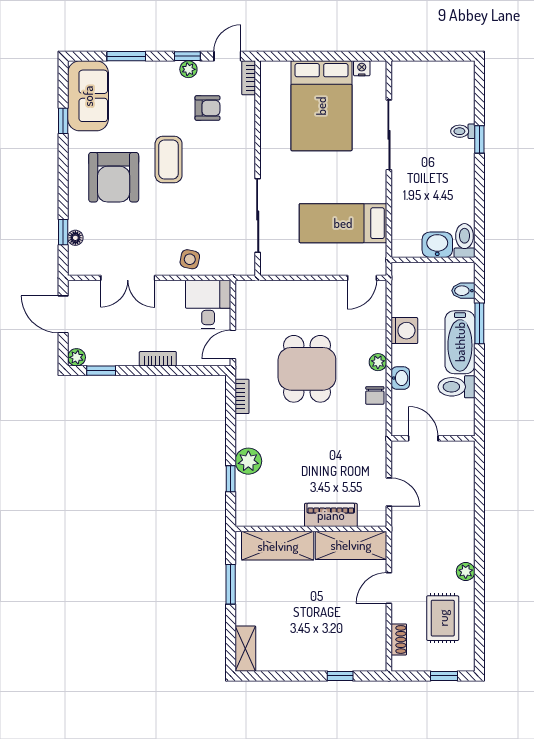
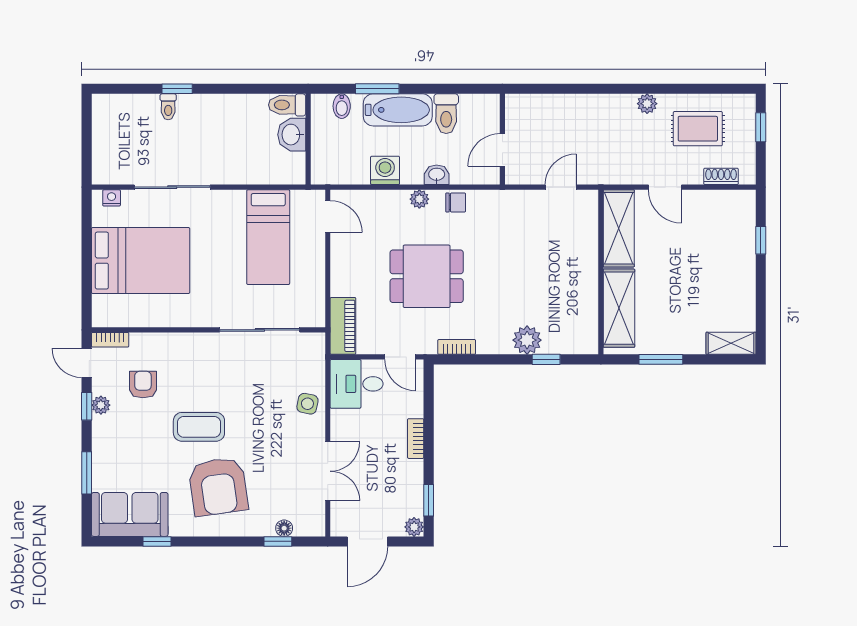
nightstand: (362, 68) -> (112, 198), moved, turned 90
armchair: (114, 177) -> (218, 487), turned 82
piano: (331, 515) -> (343, 326), moved, turned 180

